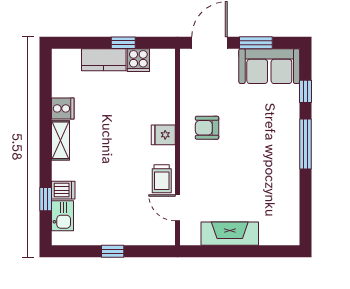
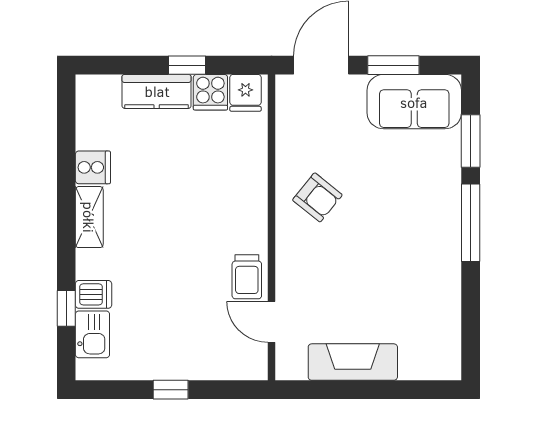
window: (306, 91) -> (471, 141), width x1.50
armchair: (207, 128) -> (317, 197), turned -141
fridge: (163, 135) -> (246, 93), moved, turned -90

